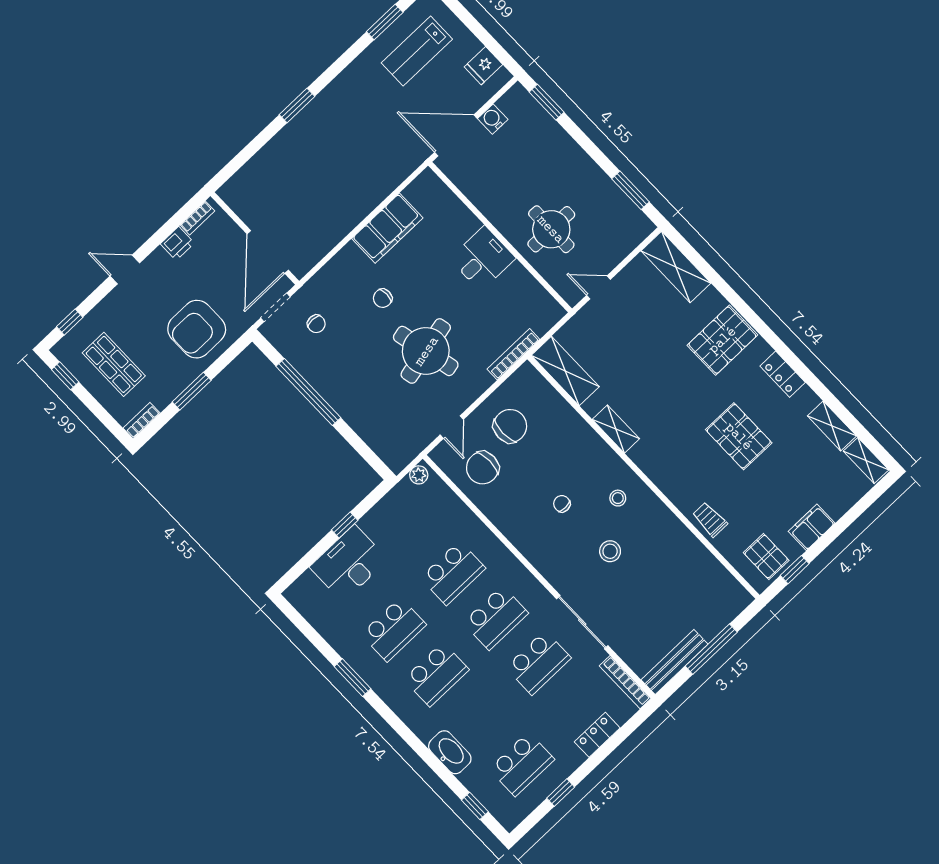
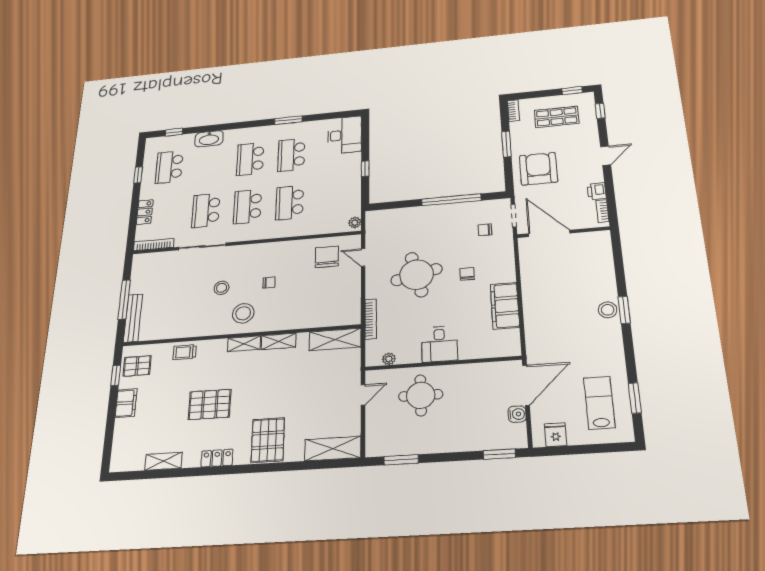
stool: (310, 122) -> (608, 310), added
plant: (540, 296) -> (389, 359), added
chair: (510, 426) -> (334, 288), removed
shelving: (866, 461) -> (244, 344), moved
stool: (618, 498) -> (243, 313), width x1.89, depth x1.89
trolley: (710, 520) -> (185, 352), turned 180
desk: (349, 563) -> (345, 135), moved
bench: (675, 662) -> (133, 318), moved

